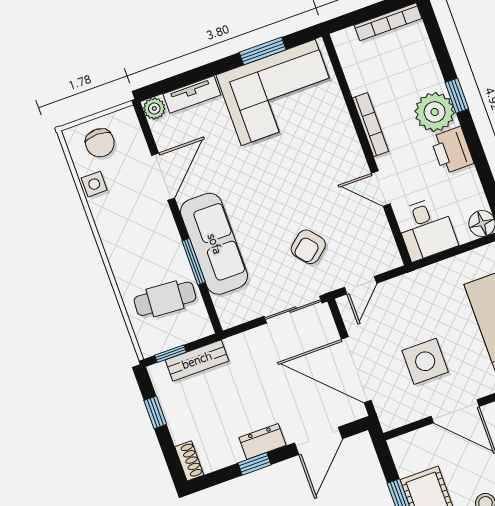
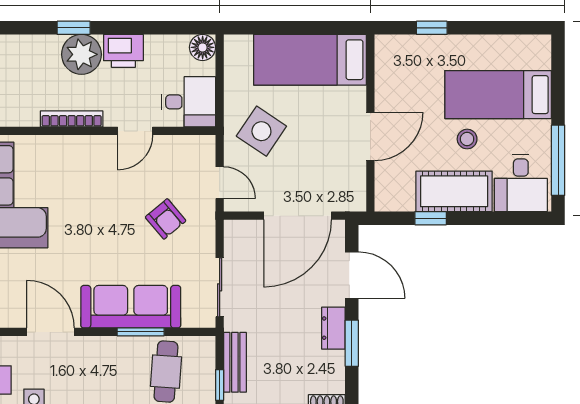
sliding door: (293, 310) -> (220, 287), moved
side table: (425, 361) -> (261, 131), moved, turned 34
window: (254, 464) -> (352, 343), width x1.50

